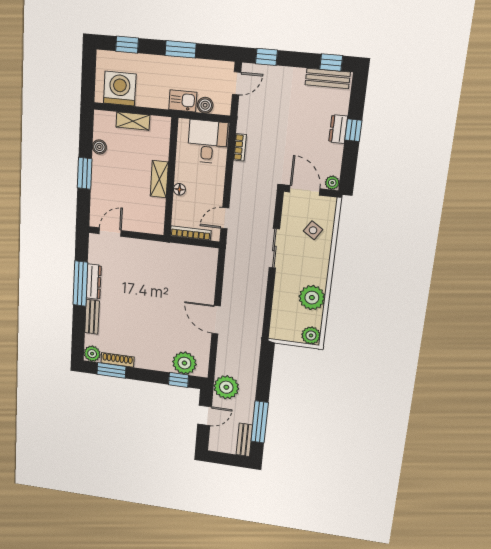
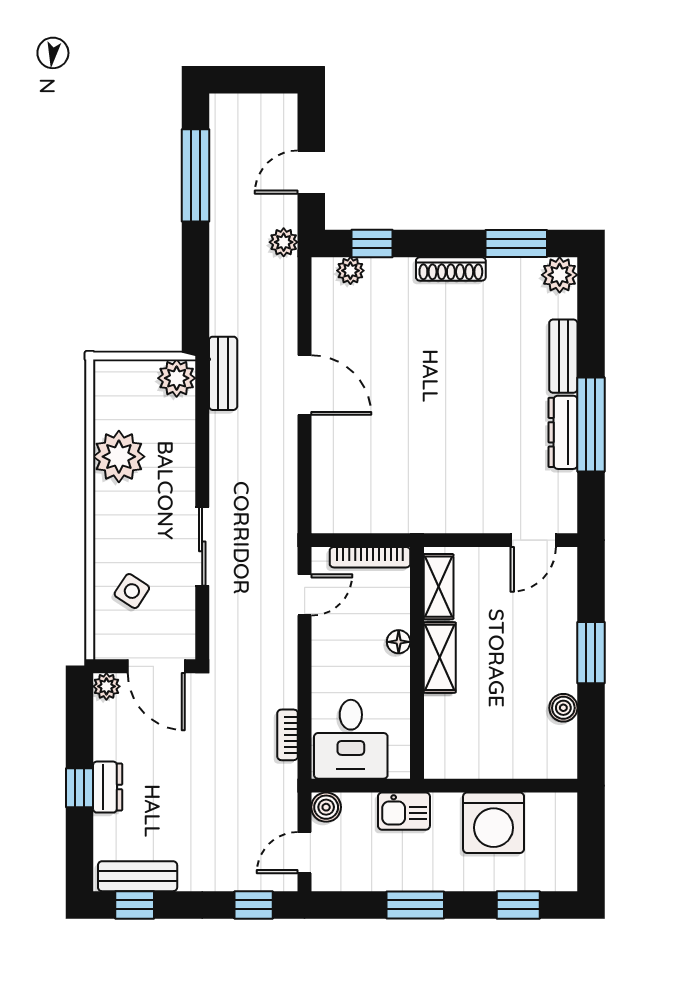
washing machine: (120, 89) -> (494, 823), moved
boiler: (205, 105) -> (326, 807), moved
shelving: (133, 121) -> (439, 587), moved, turned 90
plant: (311, 335) -> (177, 378), moved
shoe rack: (118, 360) -> (451, 269), moved
plant: (184, 363) -> (350, 271), width x0.53, depth x0.53
plant: (226, 387) -> (284, 242), width x0.53, depth x0.53
bench: (244, 440) -> (223, 373), moved

